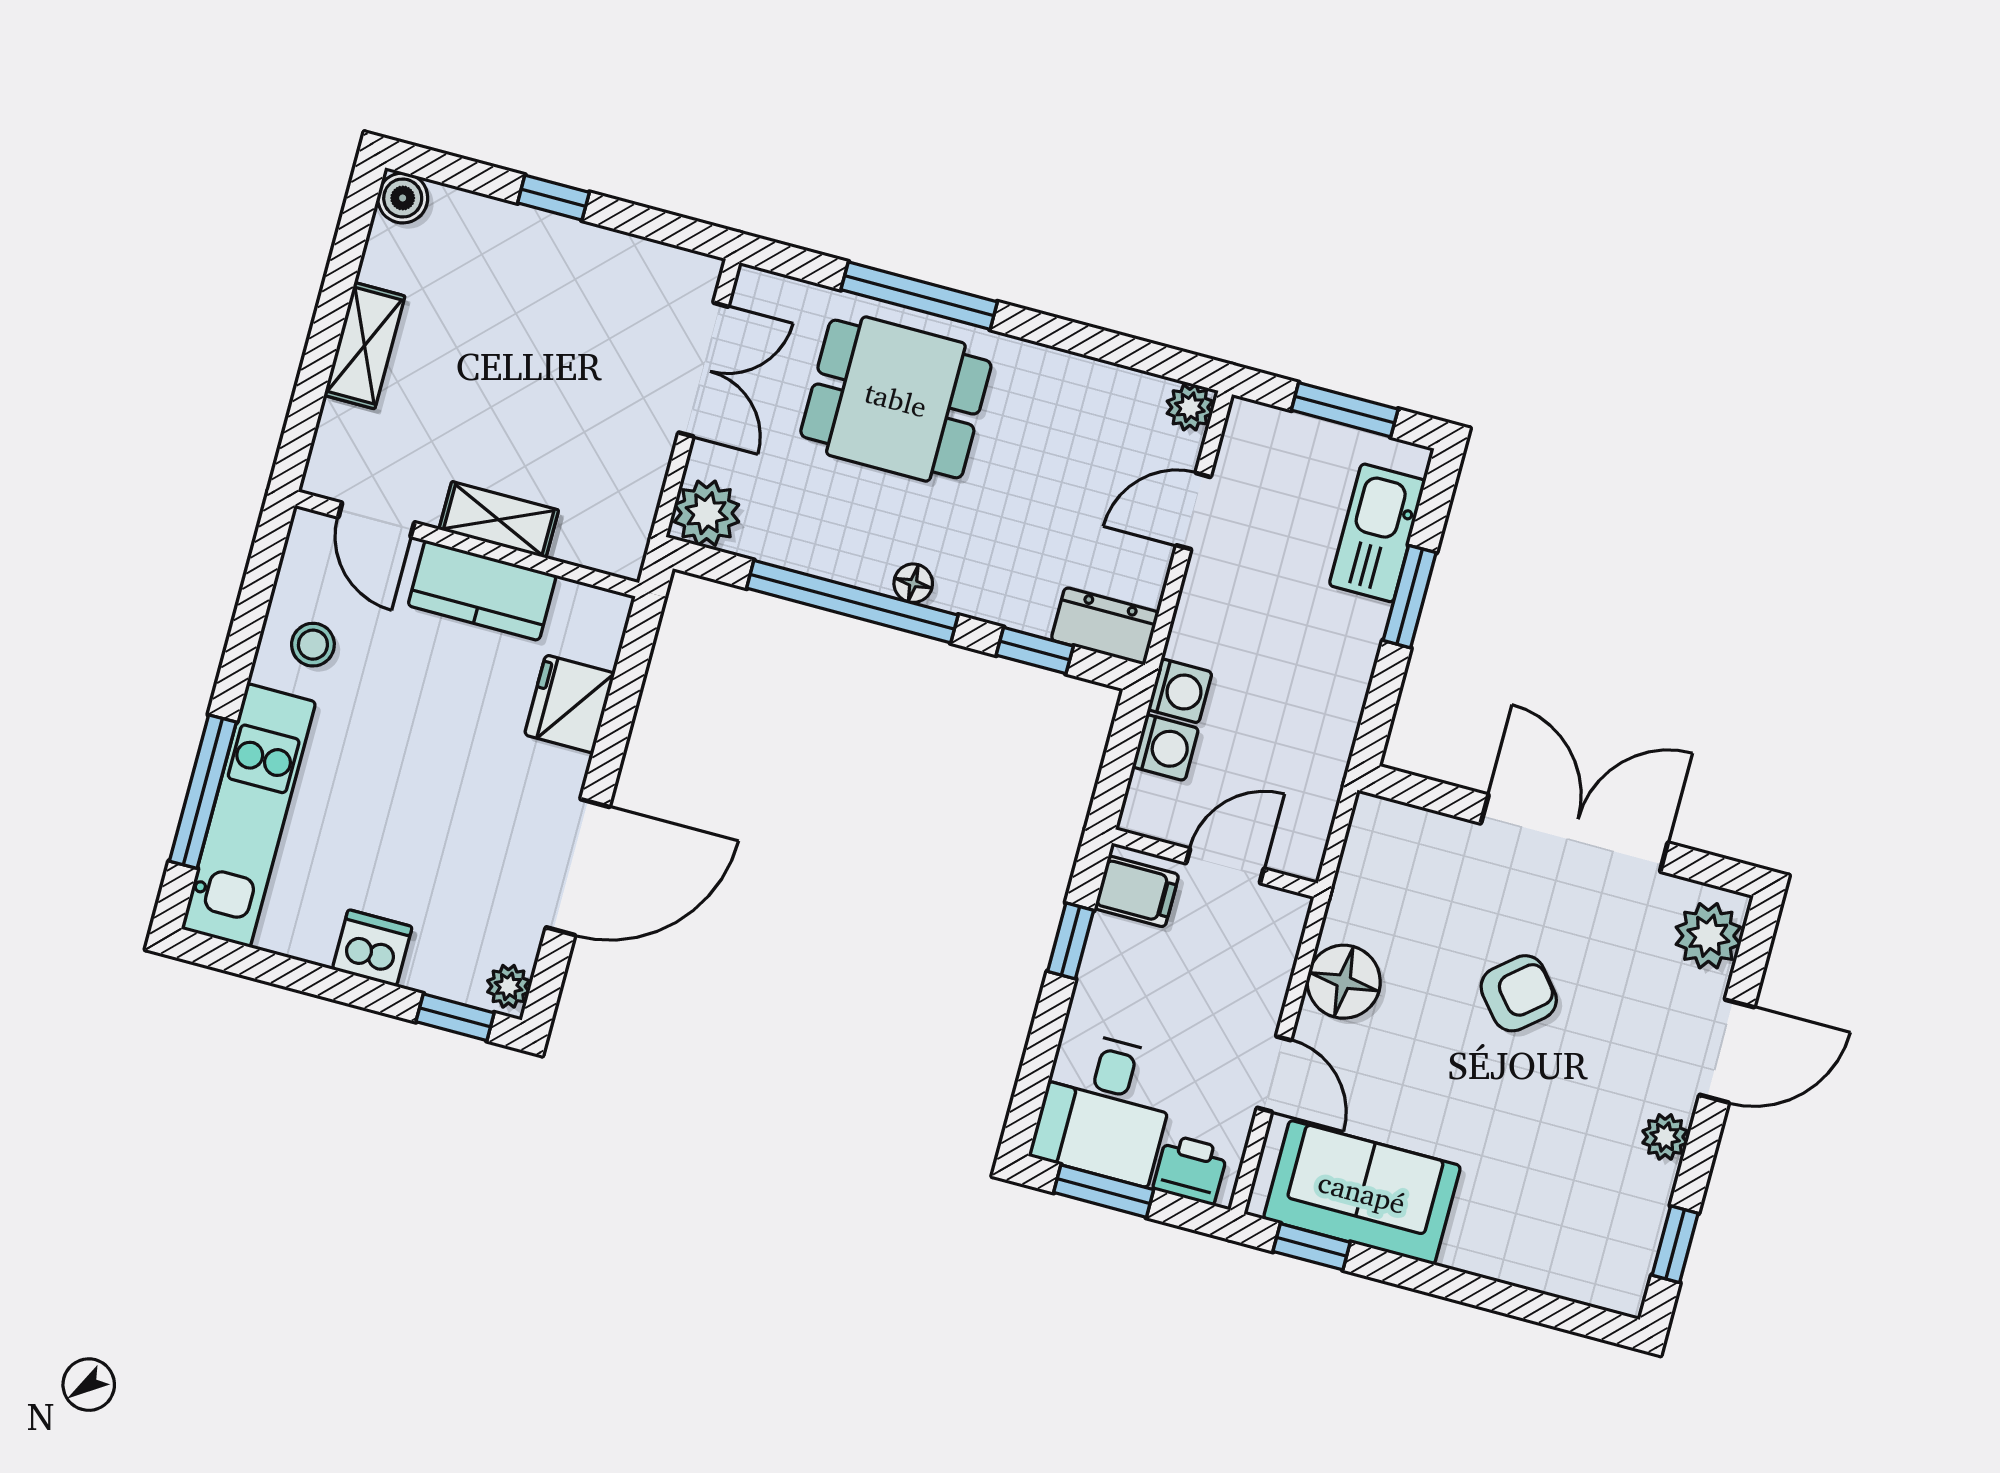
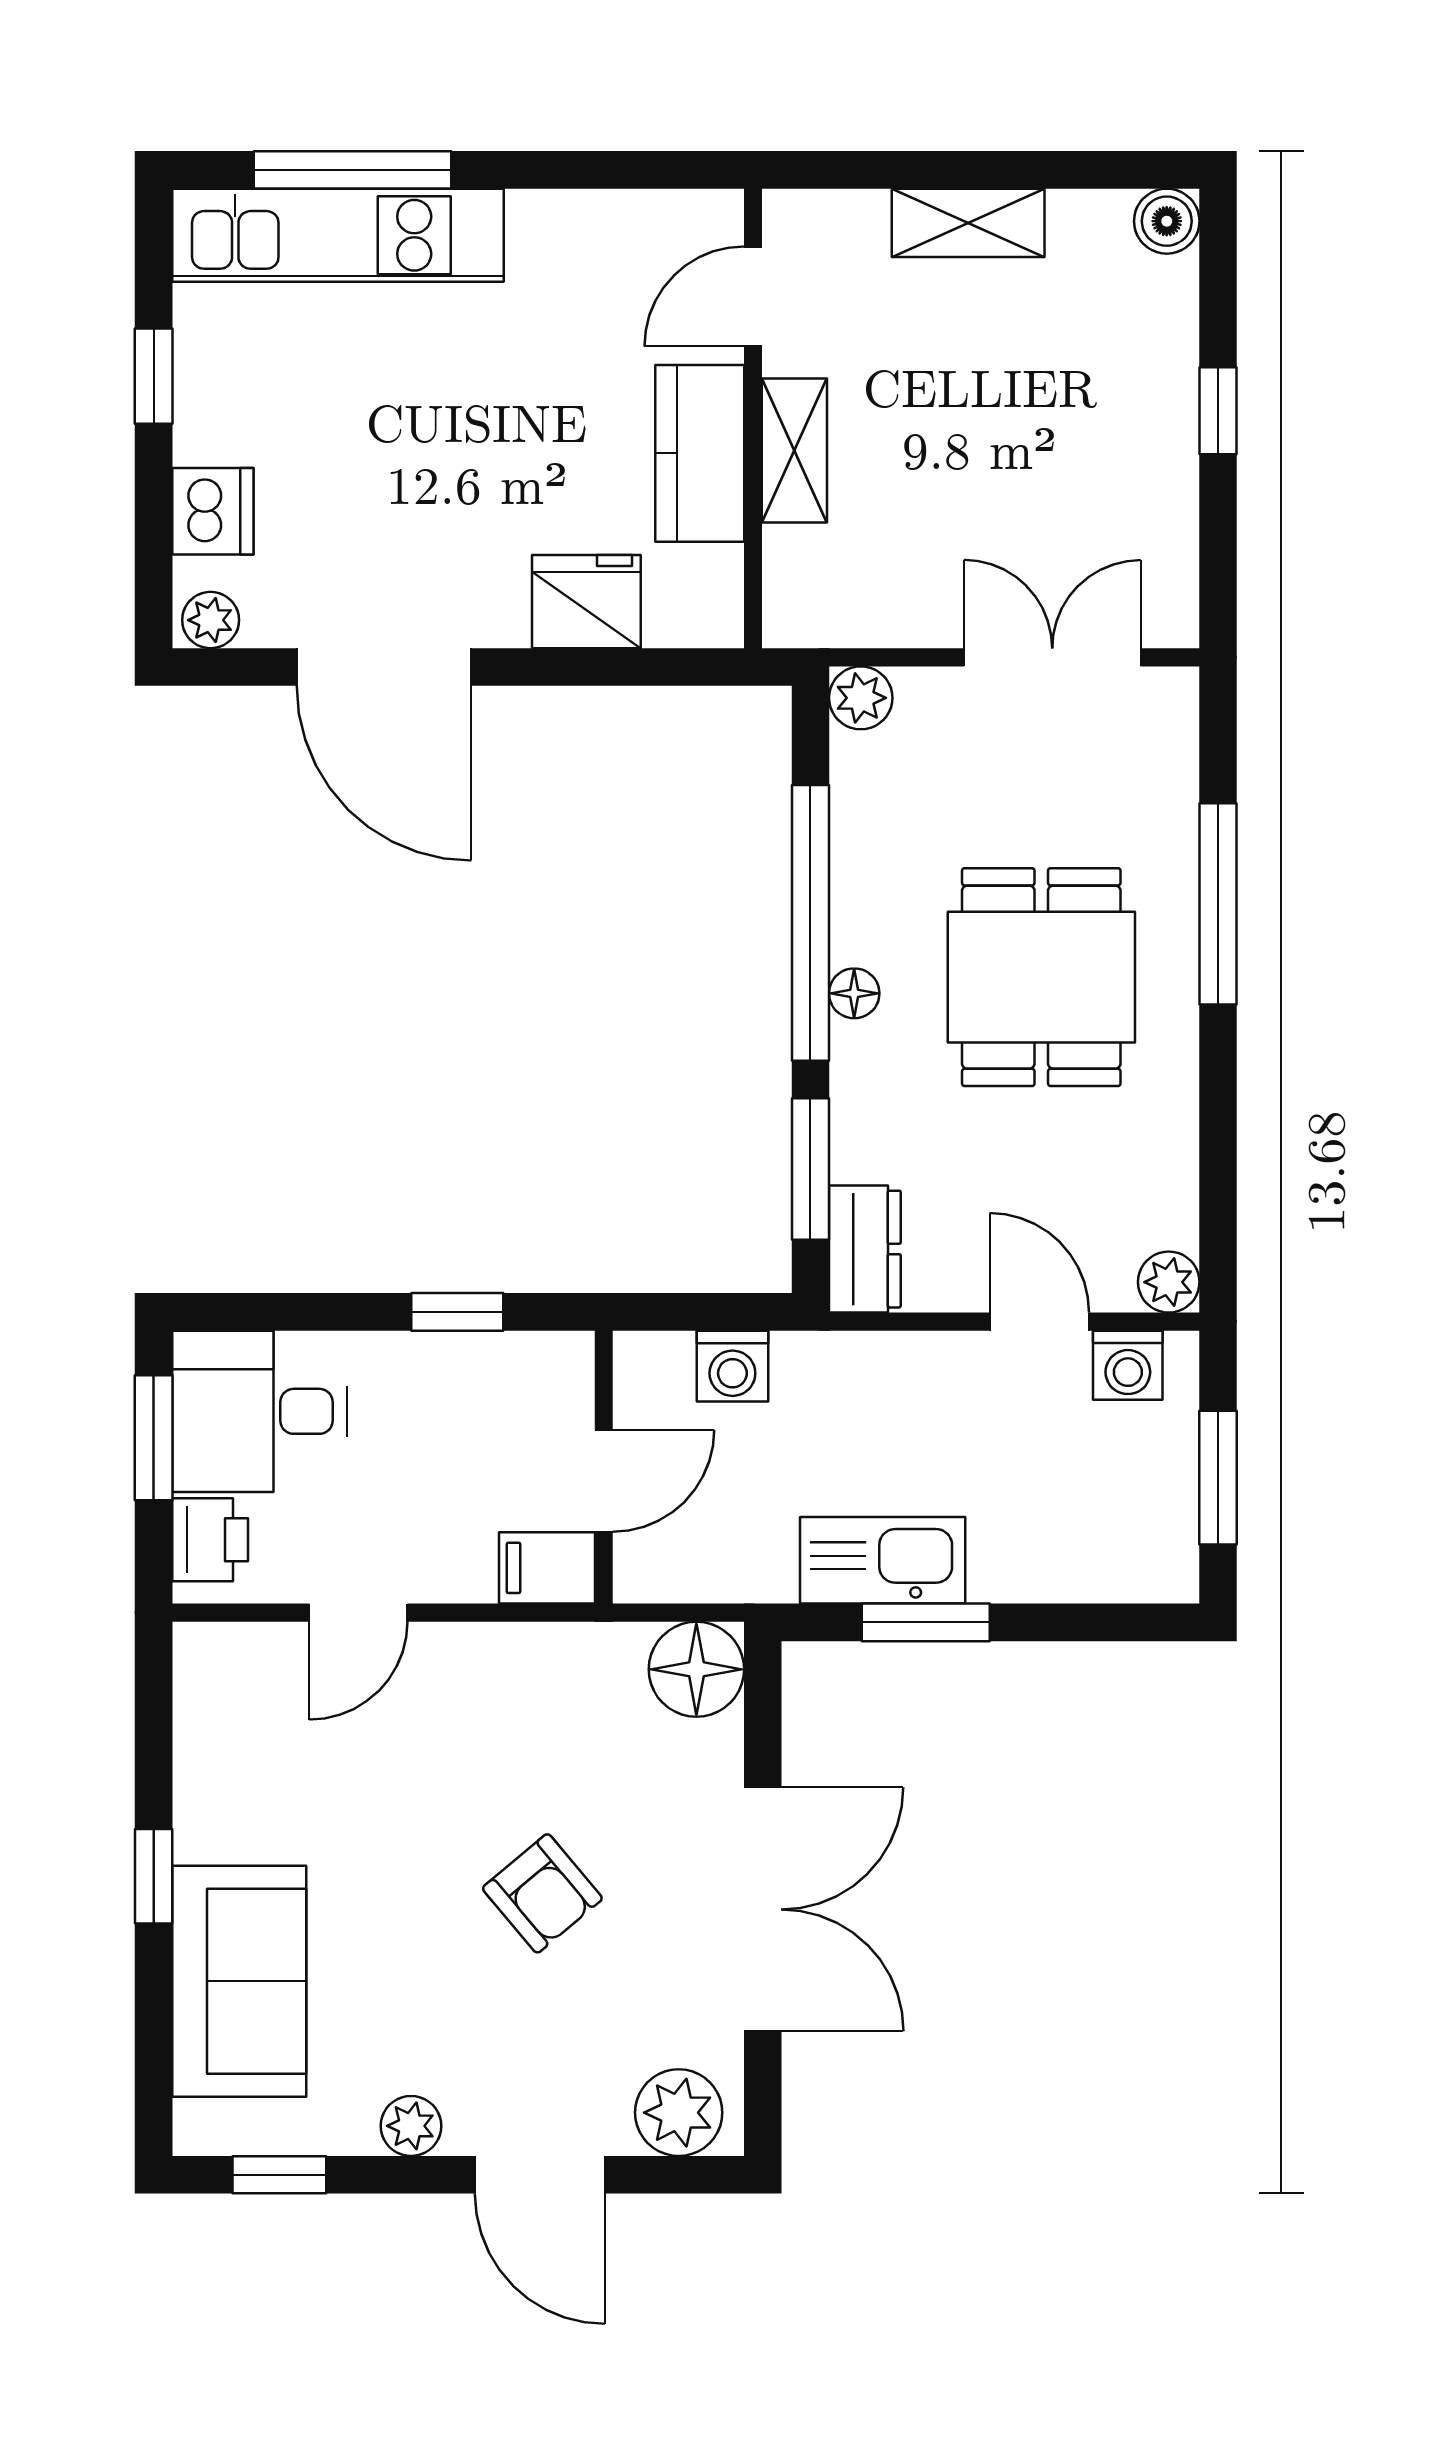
double door: (703, 370) -> (1052, 657), swing flipped
dining table: (896, 399) -> (1041, 977), moved
plant: (707, 513) -> (861, 698), width x0.73, depth x0.73
kitchen sink: (1377, 533) -> (883, 1560), moved
window: (1410, 597) -> (926, 1622), moved
stool: (313, 645) -> (575, 259), removed
window: (1035, 651) -> (810, 1169), width x1.50
washing machine: (1180, 691) -> (1128, 1365), moved
door: (1225, 866) -> (604, 1481), hinge flipped
filing cabinet: (1137, 892) -> (547, 1568), moved, turned 90
dishwasher: (372, 948) -> (213, 511), moved
floor lamp: (1344, 982) -> (696, 1669), moved
window: (455, 1017) -> (154, 376), moved
sofa: (1362, 1192) -> (239, 1981), moved
window: (1312, 1247) -> (154, 1876), moved

